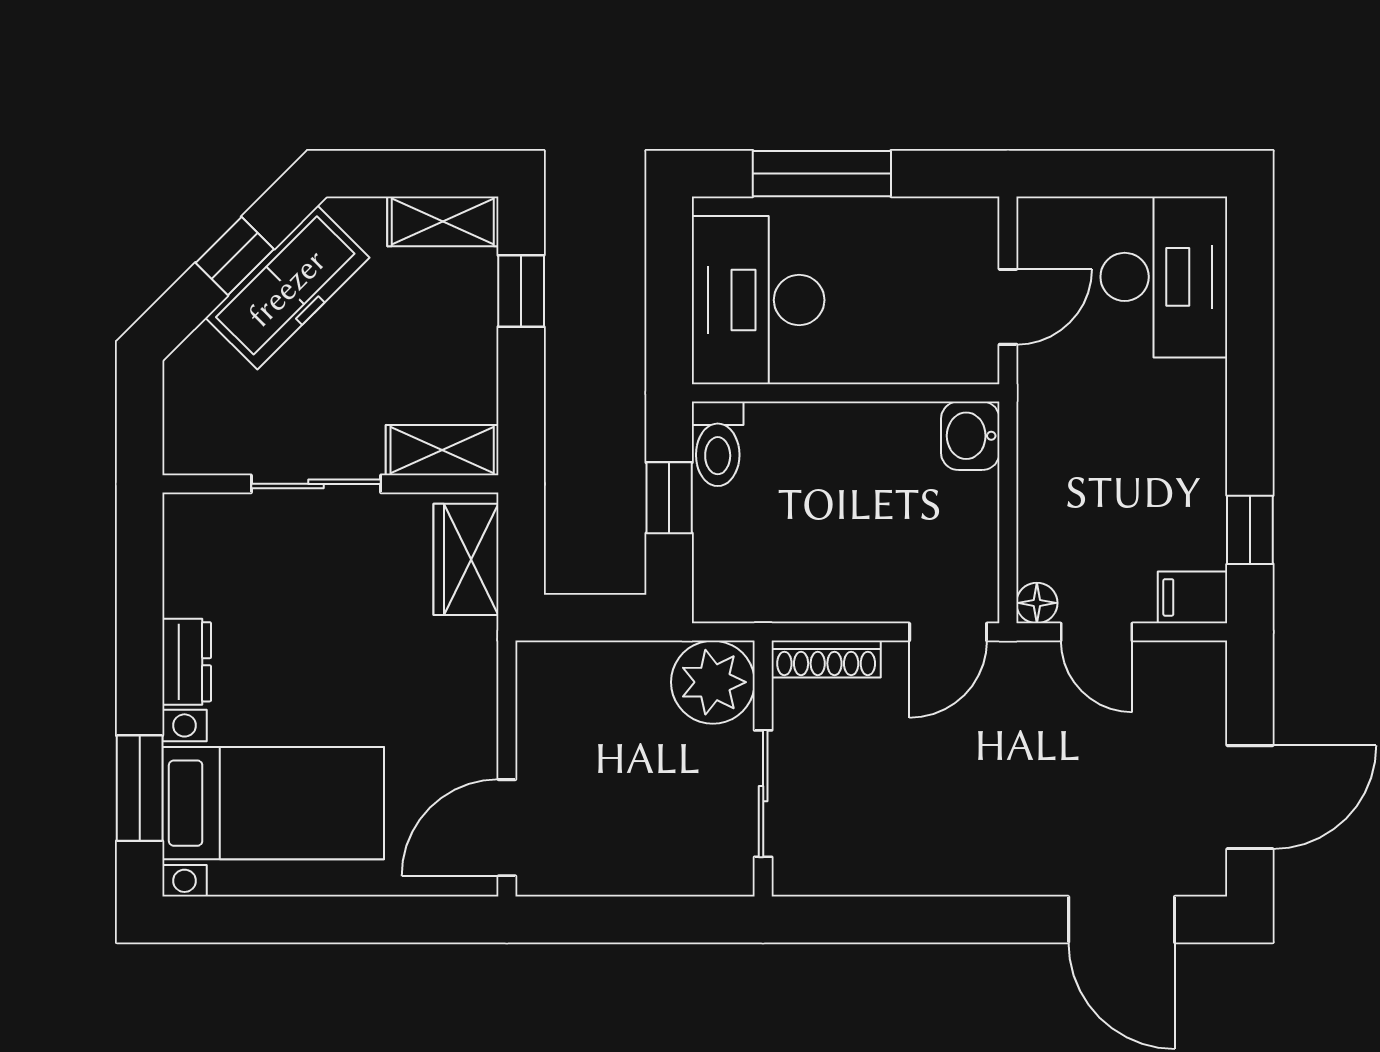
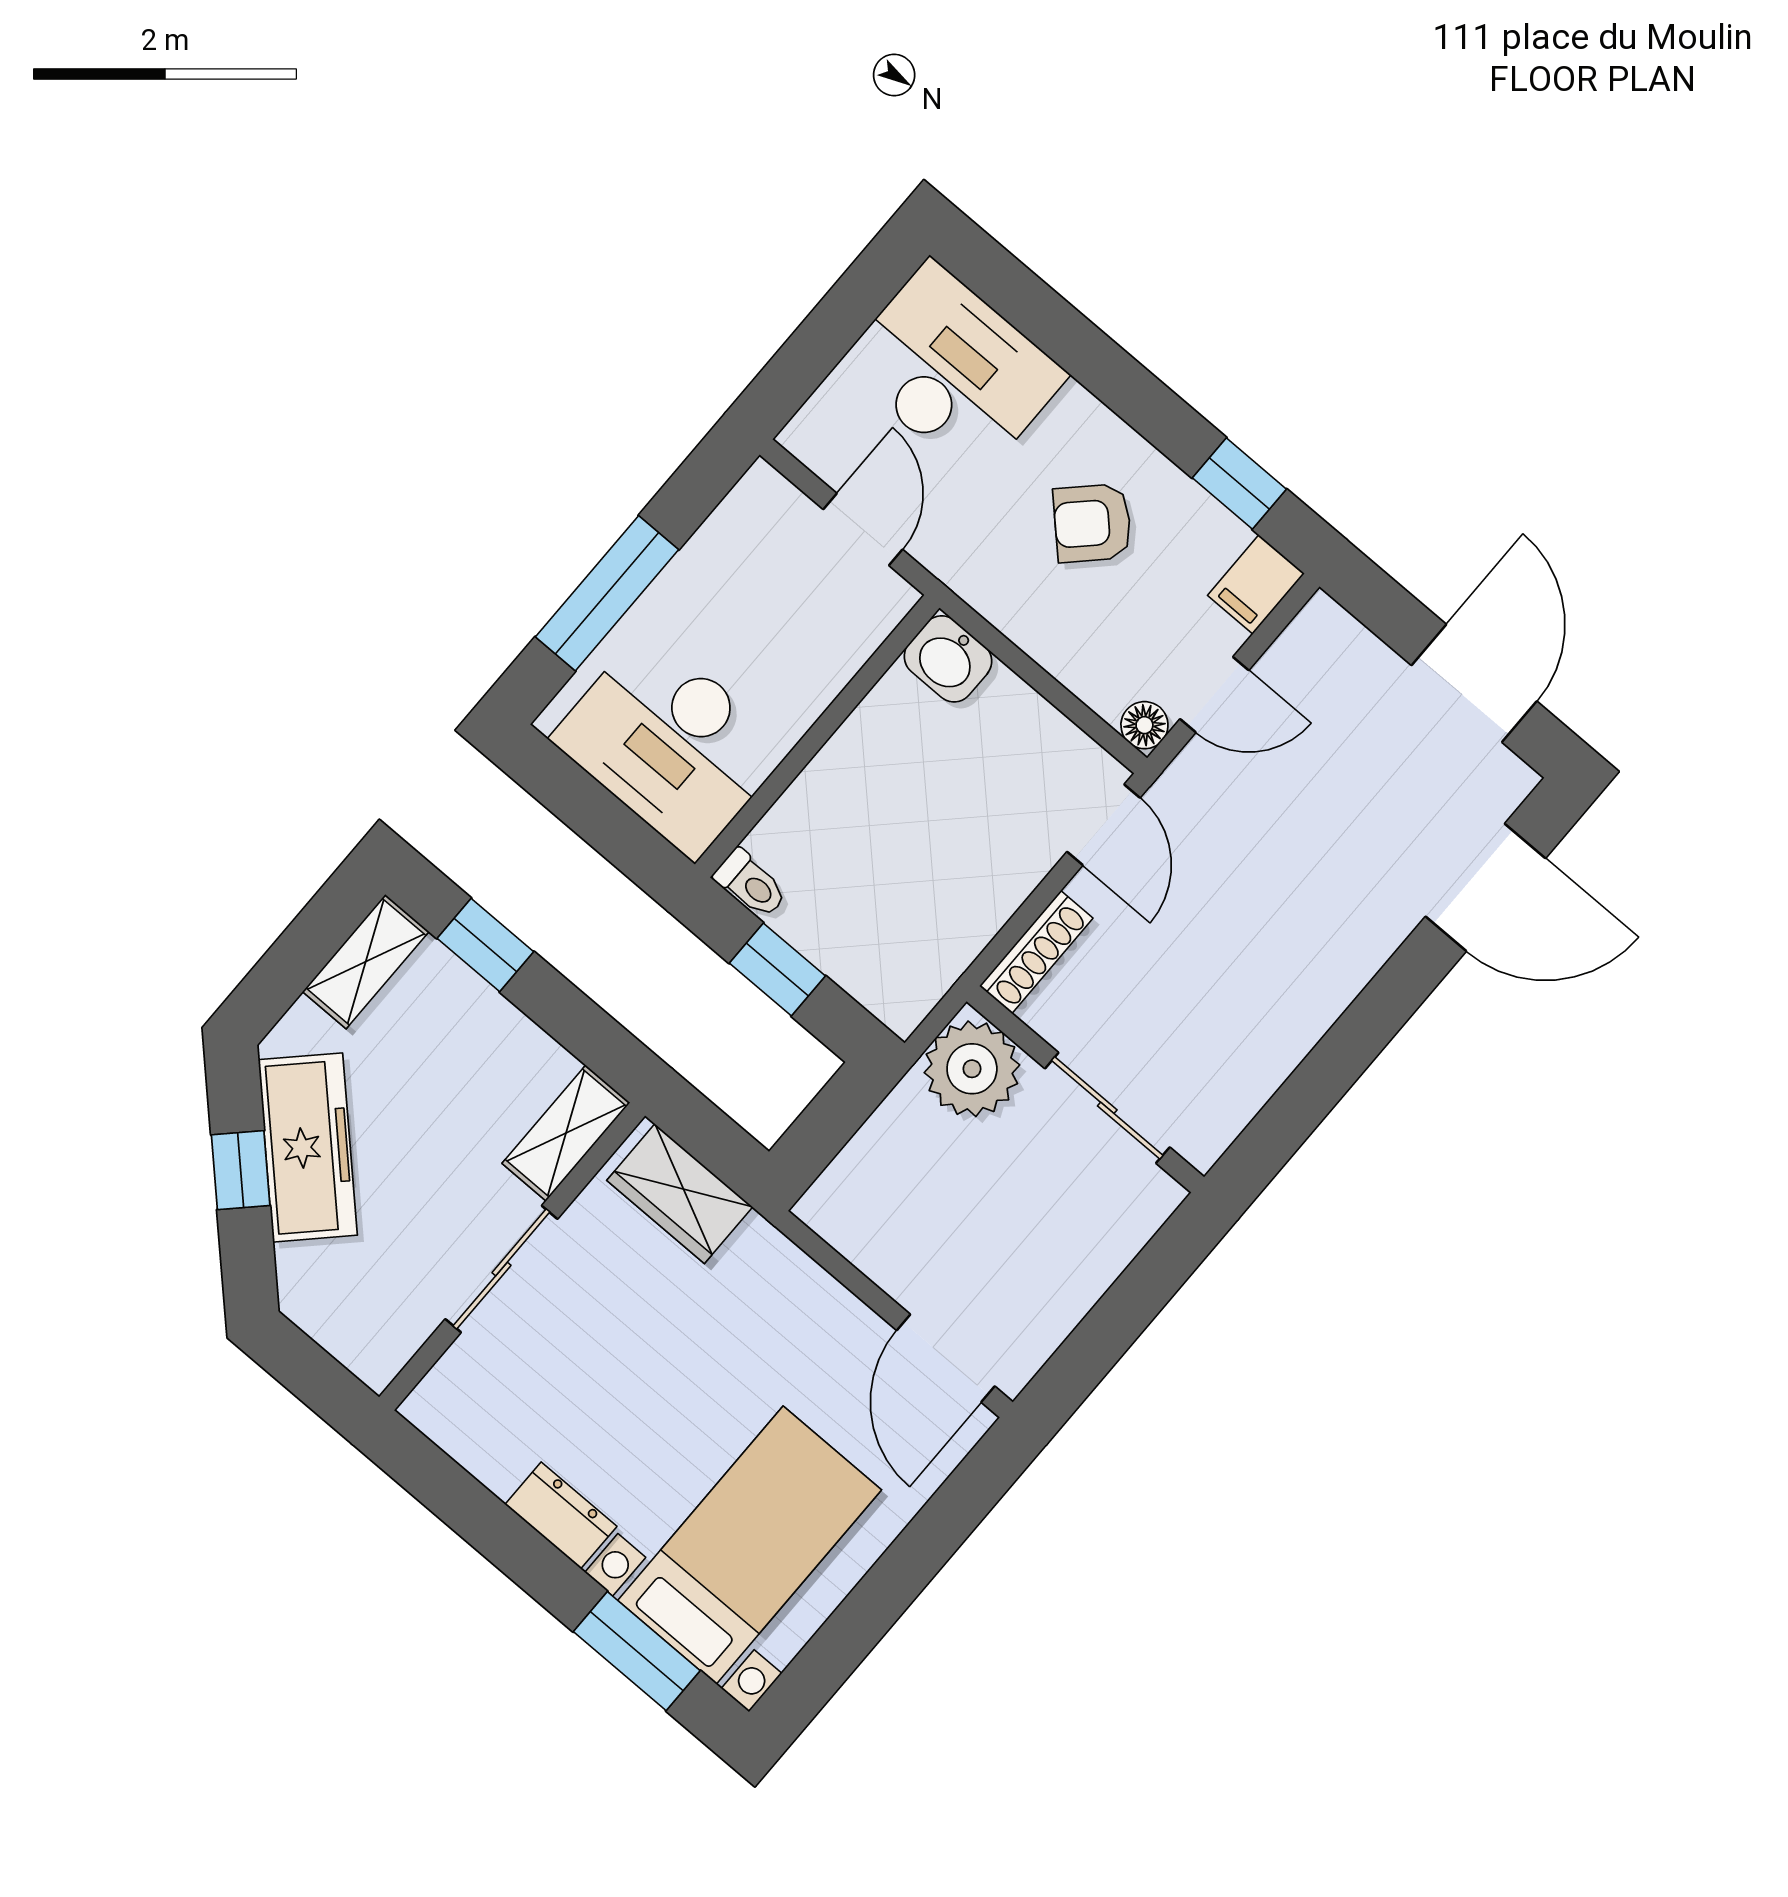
toilet: (718, 444) -> (751, 884), width x0.73, depth x0.72
armchair: (1141, 455) -> (1092, 523), added

